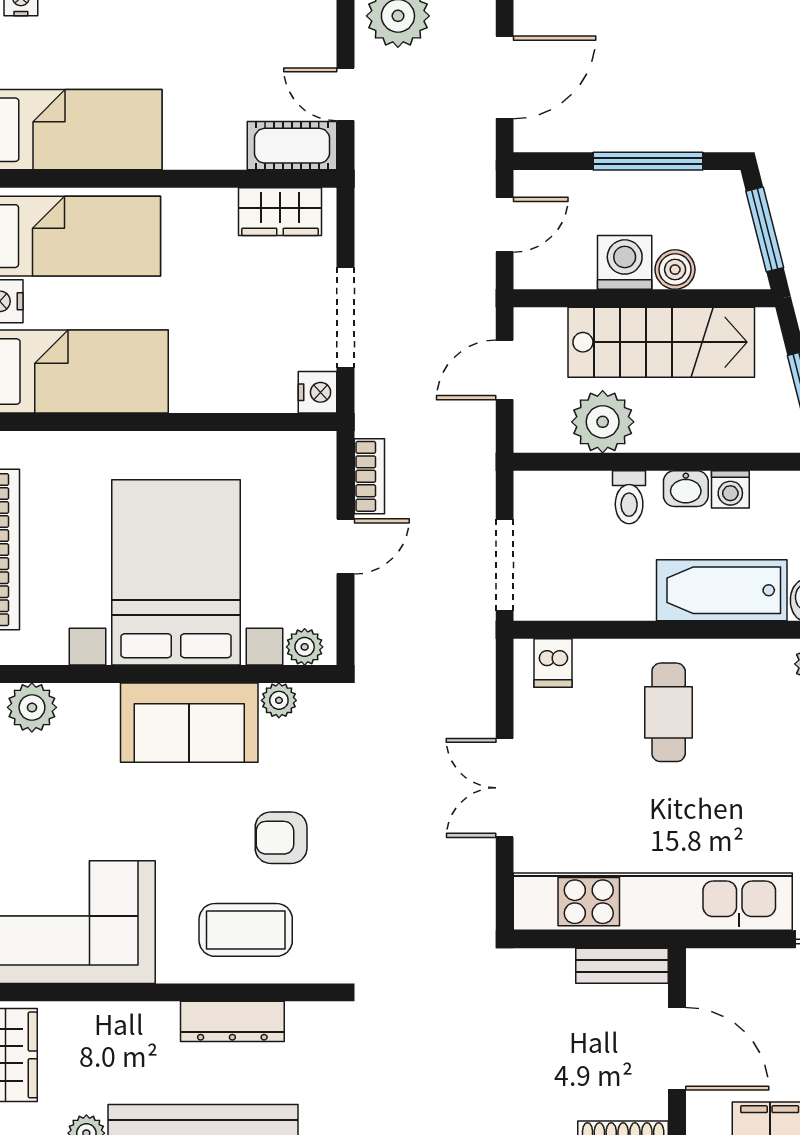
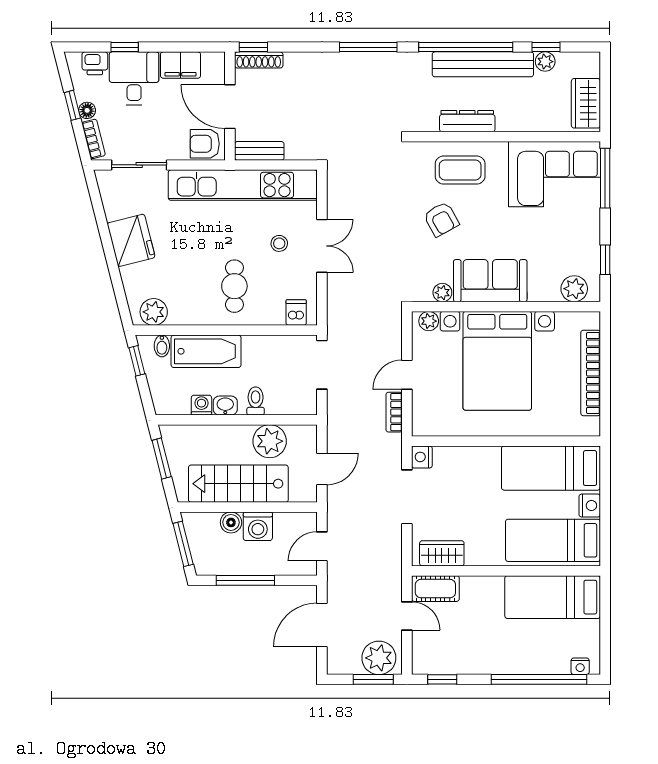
stool: (585, 792) -> (279, 243), added
armchair: (281, 838) -> (441, 219), turned 61
armchair: (724, 979) -> (205, 144), added

